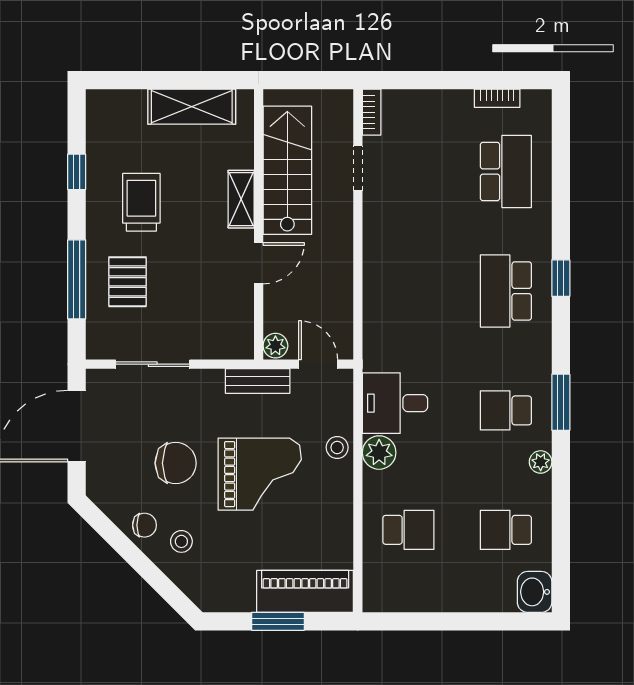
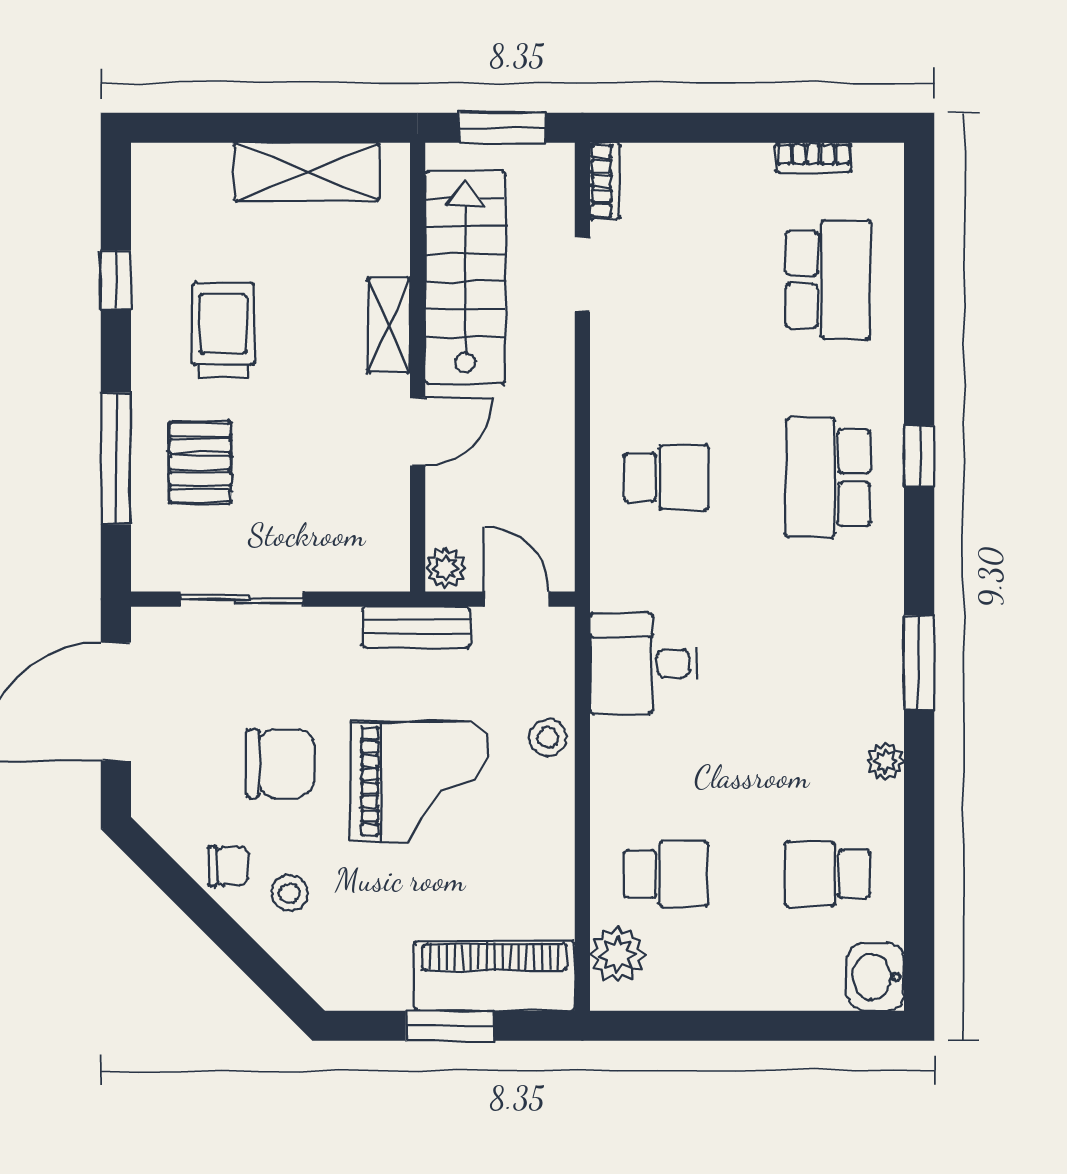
window: (309, 80) -> (502, 128), added
school desk: (506, 410) -> (666, 478), moved, turned 180
plant: (379, 453) -> (618, 954), moved

